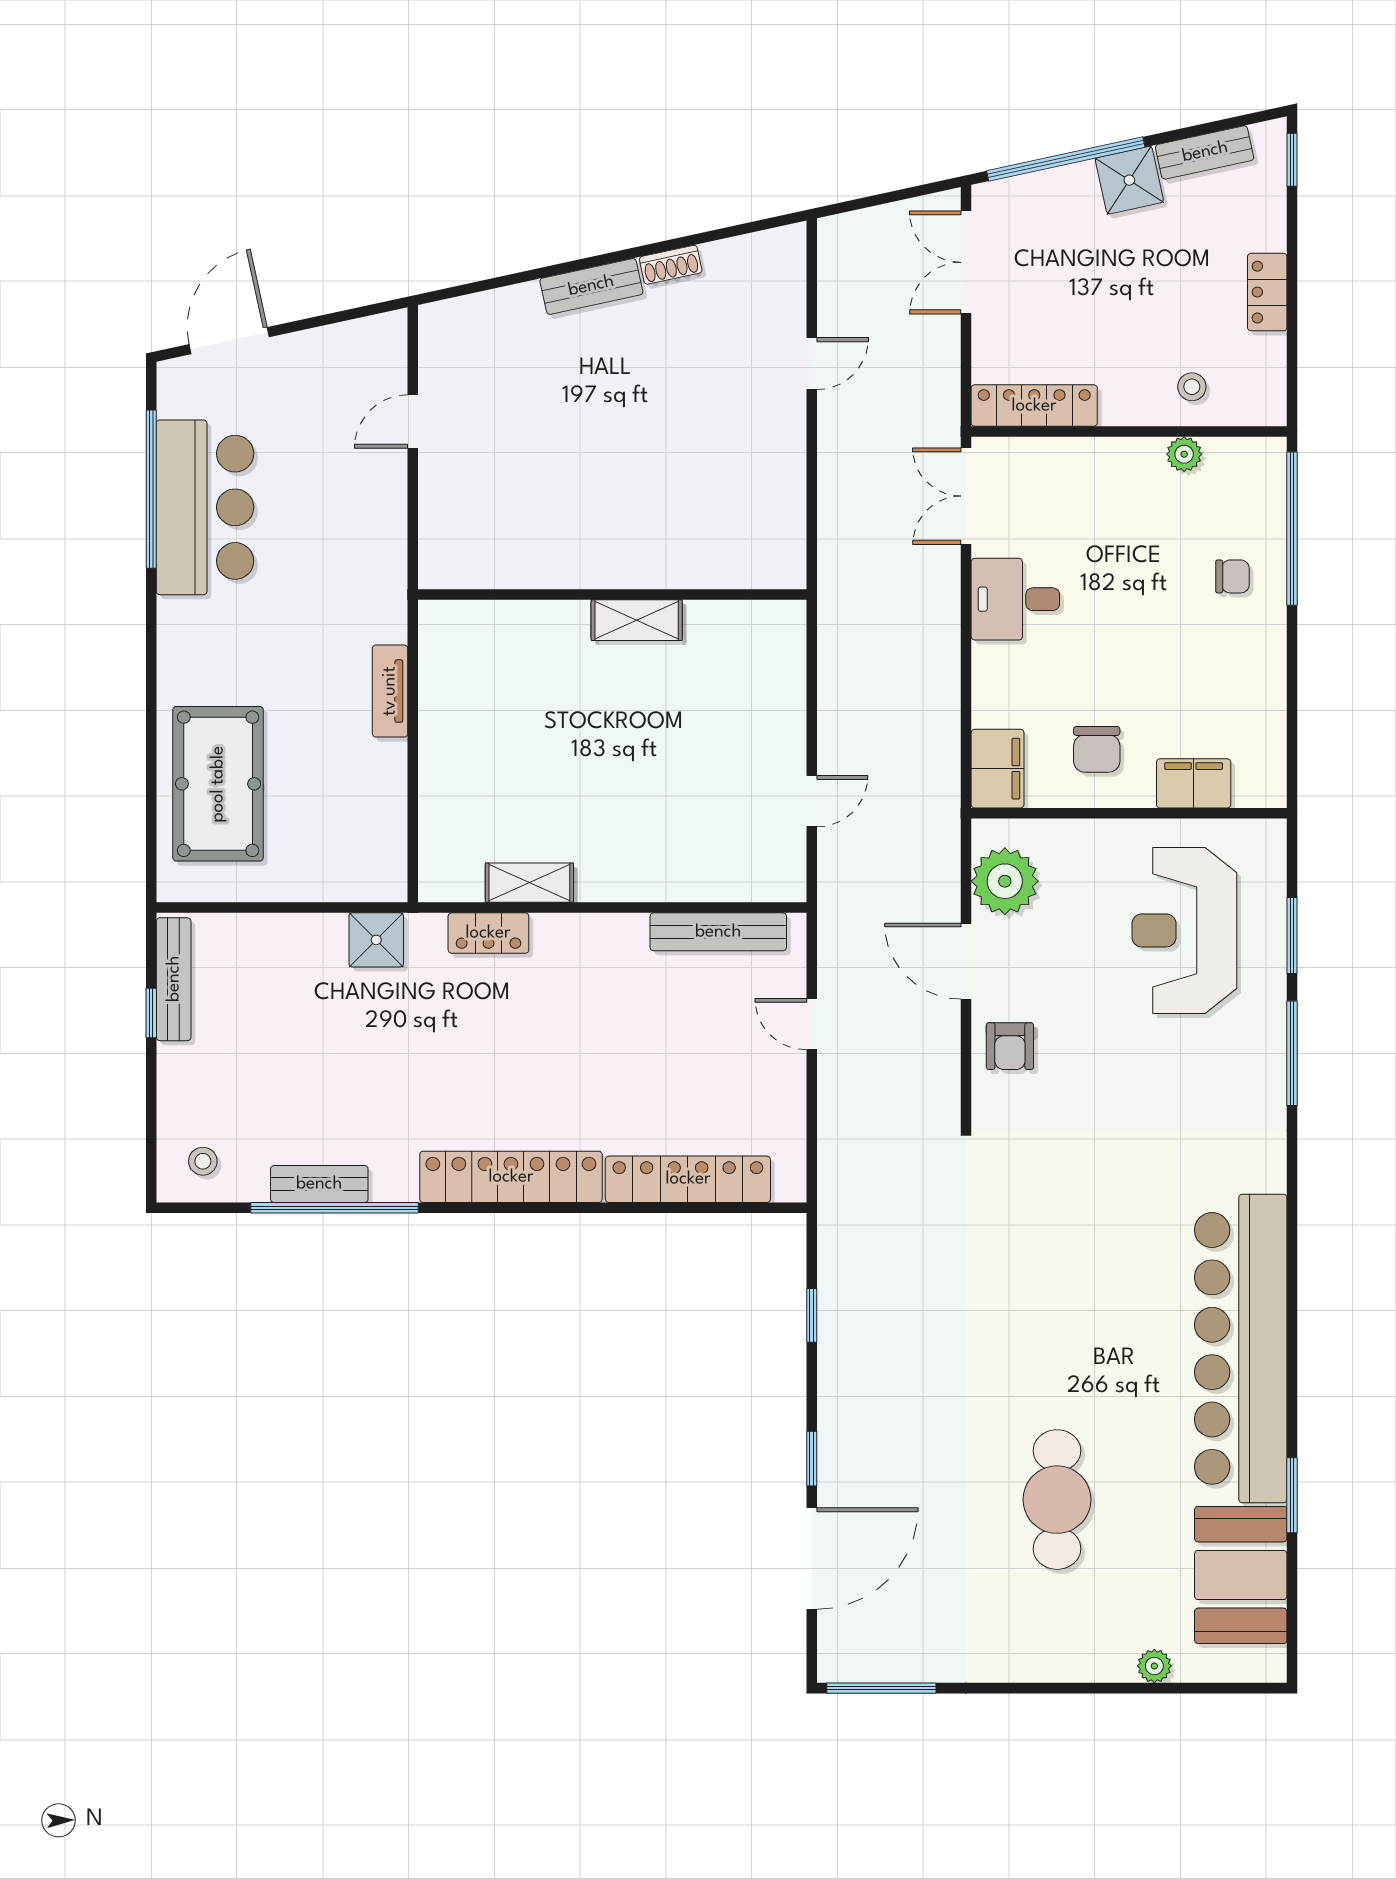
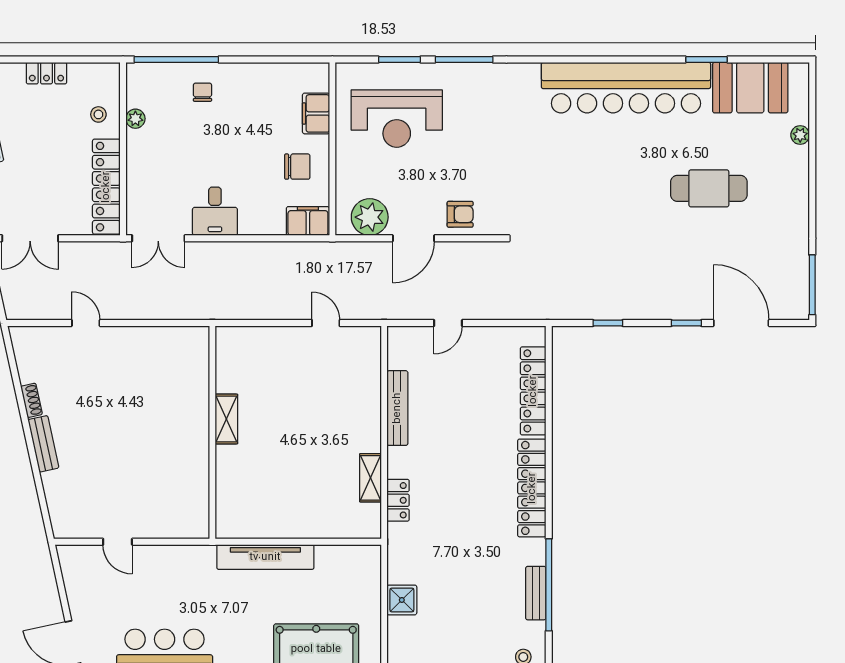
locker: (1034, 406) -> (106, 187), width x1.41, depth x1.21
tv unit: (390, 691) -> (265, 557), width x1.92, depth x1.29
bench: (718, 932) -> (397, 408), moved
shower: (376, 940) -> (402, 600), moved

